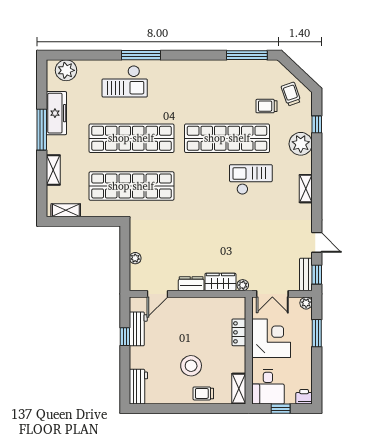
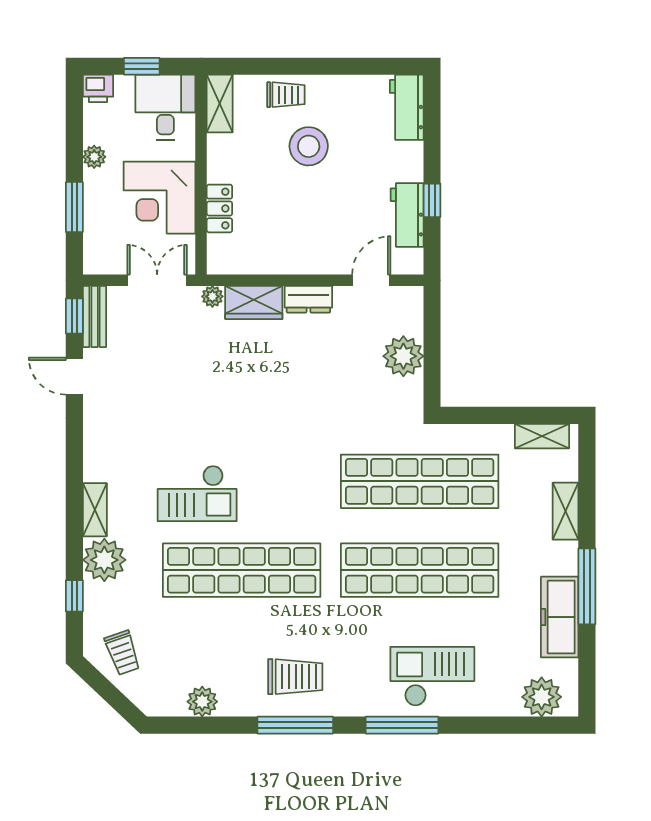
window: (247, 55) -> (295, 725), moved
plant: (248, 68) -> (202, 702), added
trolley: (267, 106) -> (295, 677), moved, width x1.36, depth x1.39
shelving: (306, 189) -> (95, 510), moved
plant: (135, 258) -> (403, 356), width x1.88, depth x1.88
plant: (306, 303) -> (94, 157), moved

